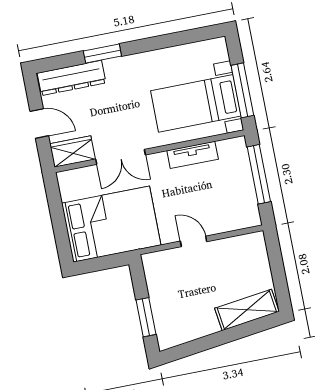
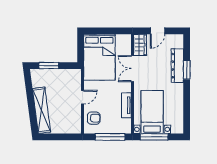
dresser: (71, 78) -> (177, 66), moved
armchair: (229, 212) -> (94, 118), added
shelving: (247, 310) -> (42, 110), width x1.47

